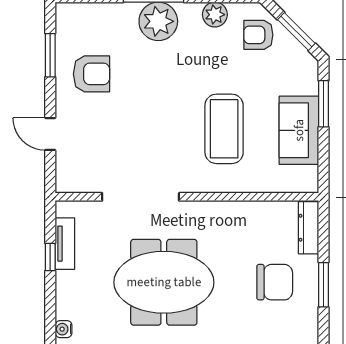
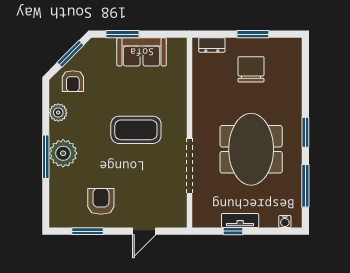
coffee table: (224, 129) -> (136, 130), moved
dresser: (309, 228) -> (212, 45), width x0.70
tv unit: (65, 244) -> (240, 221), moved

